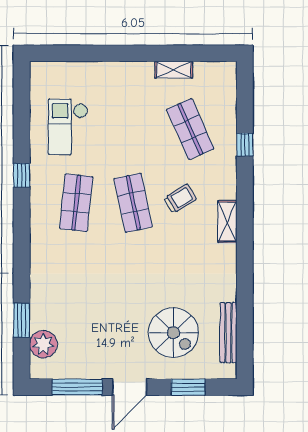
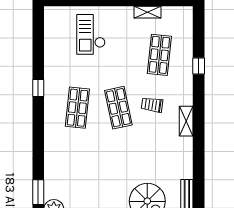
checkout: (68, 127) -> (91, 34), moved
shop shelf: (190, 129) -> (159, 55), turned 30
trolley: (180, 199) -> (152, 105), turned -141

